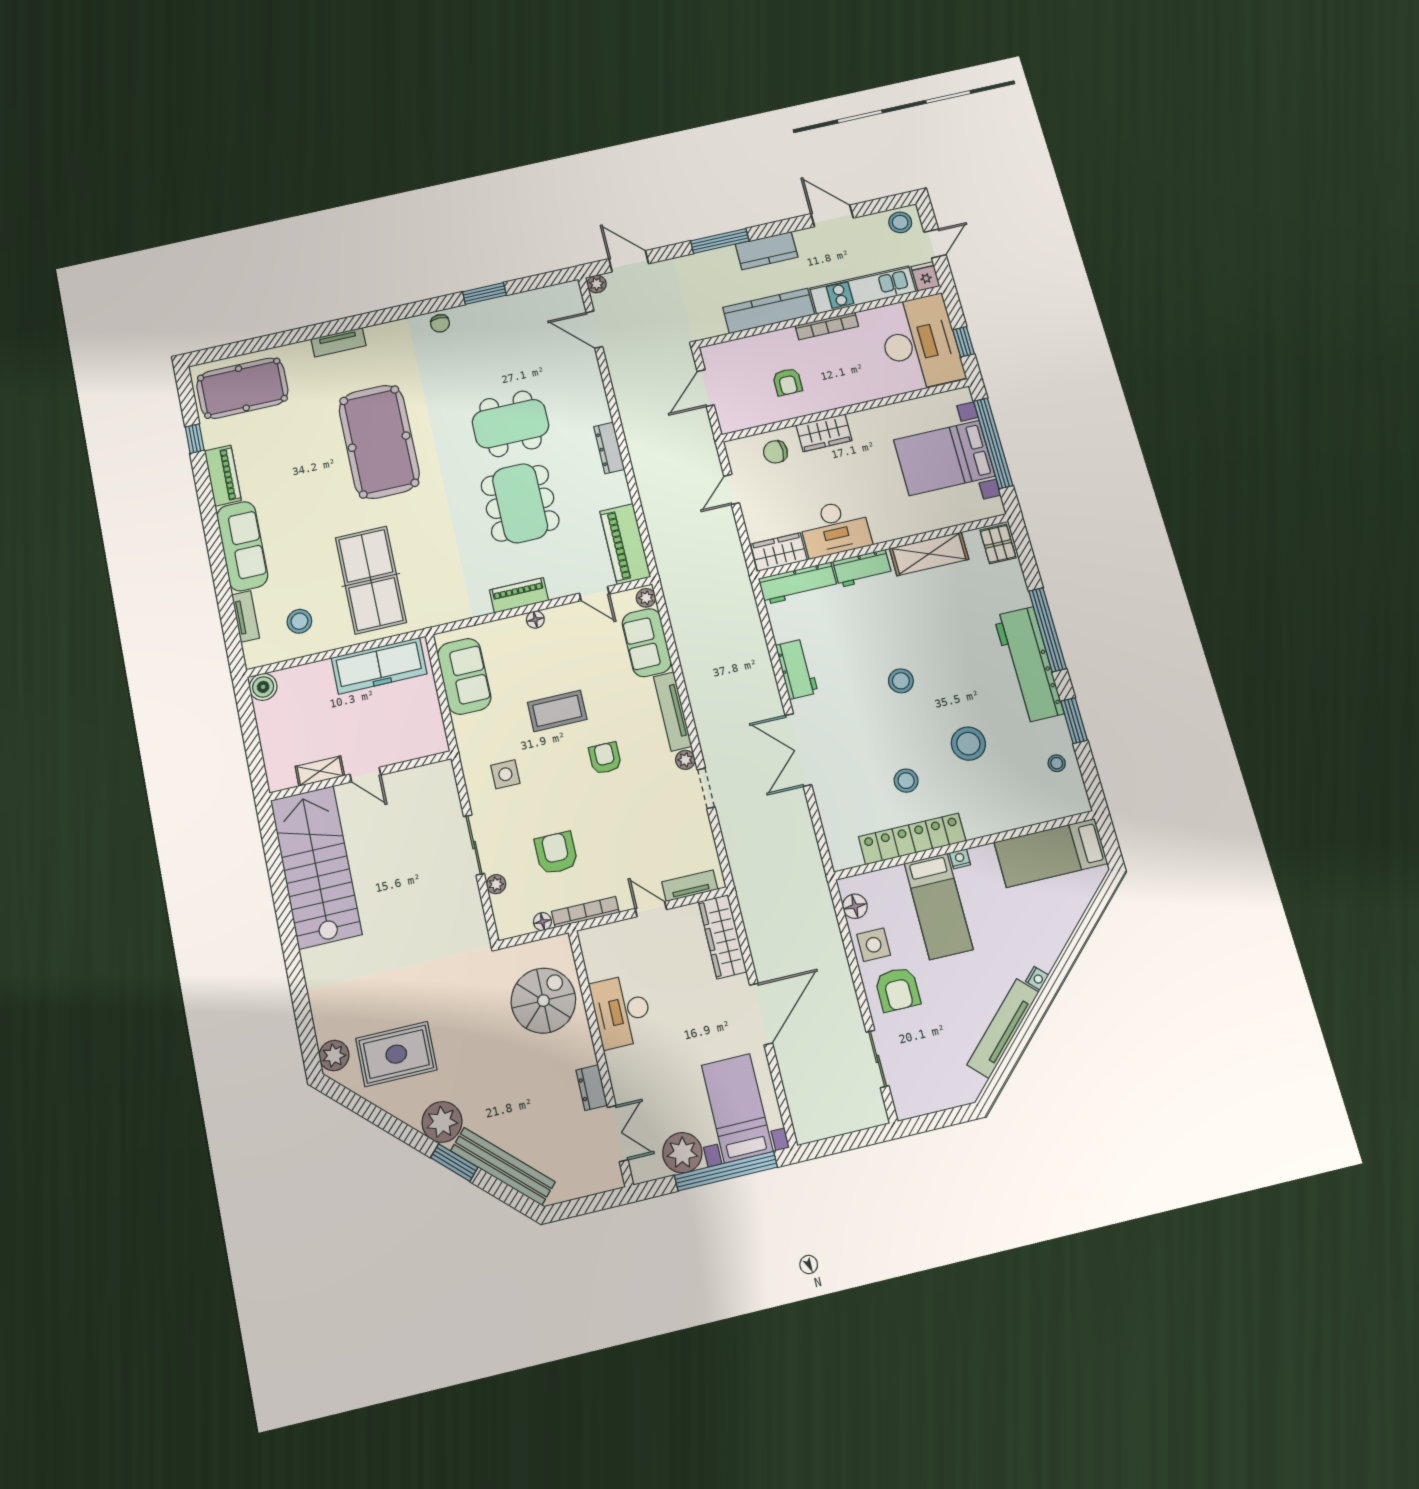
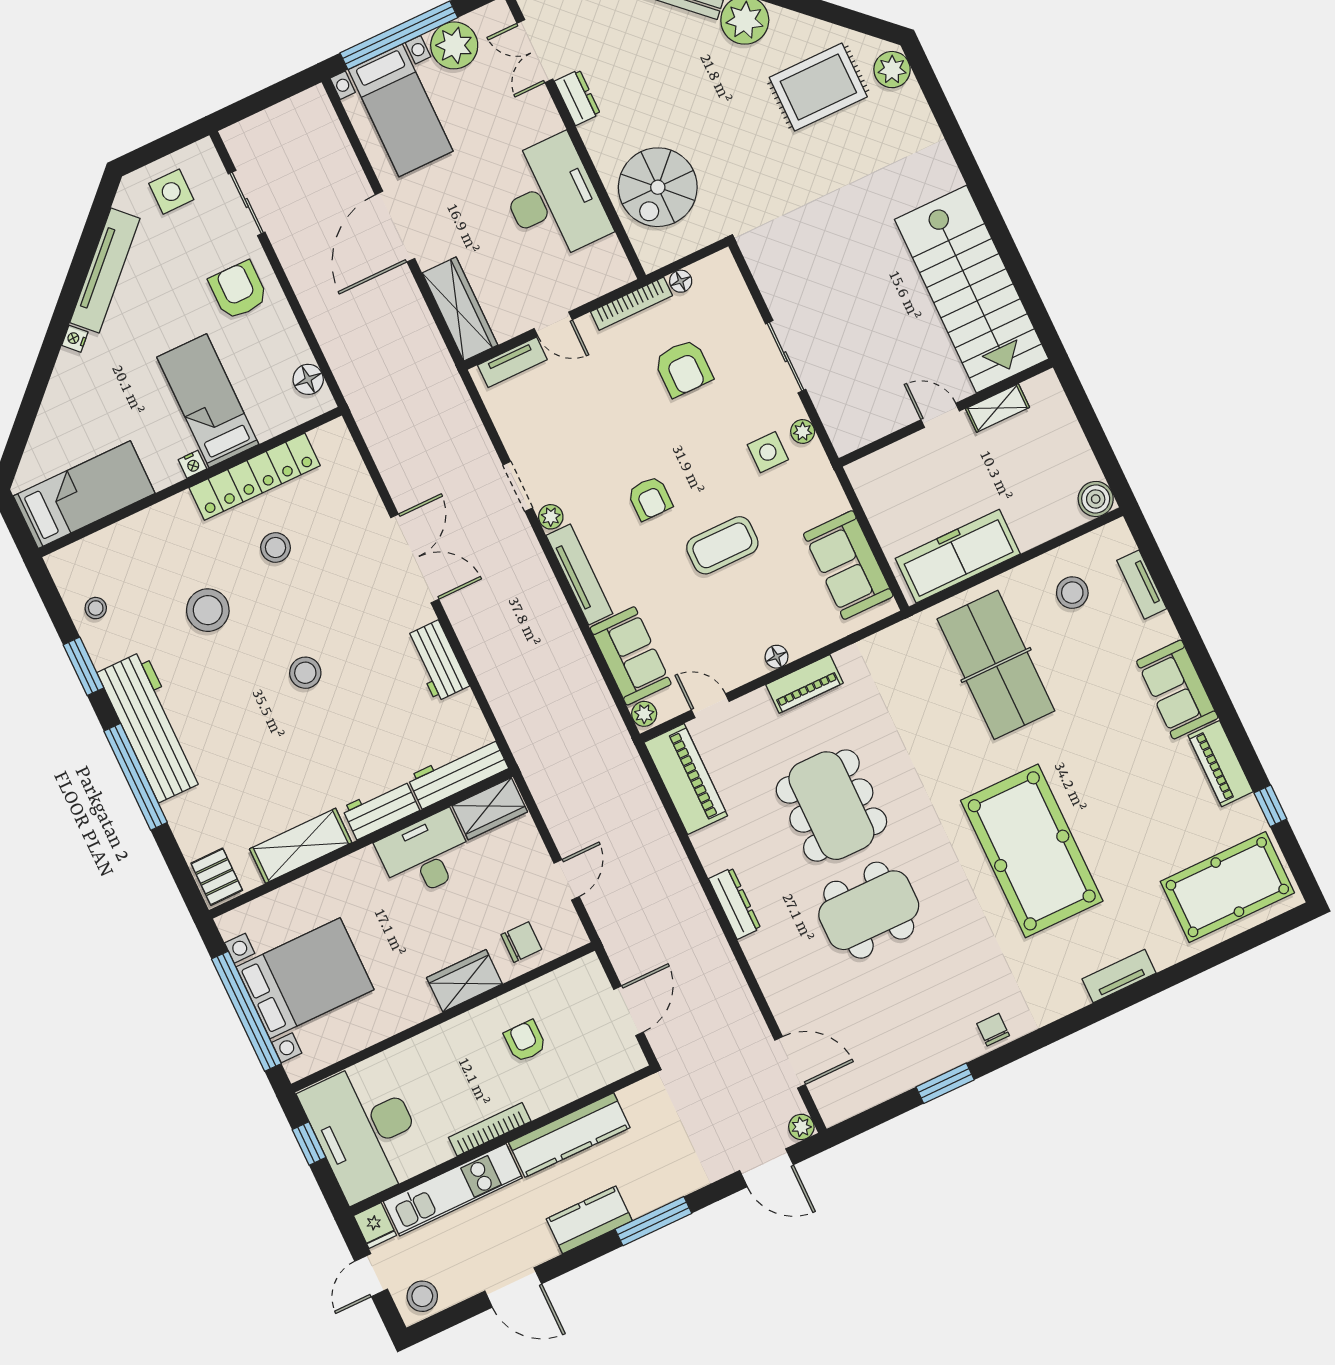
sofa: (242, 546) -> (1177, 689), width x0.73
plant: (496, 884) -> (803, 432), moved
side table: (874, 945) -> (171, 192), moved
desk: (622, 1011) -> (553, 199), width x1.36, depth x1.30

